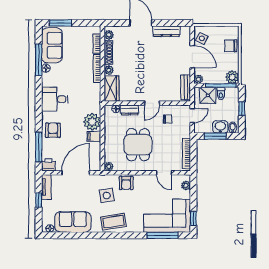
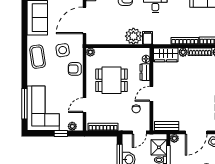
door: (152, 103) -> (151, 94), hinge flipped
door: (192, 116) -> (139, 132), hinge flipped
filing cabinet: (94, 136) -> (148, 38), moved
door: (76, 173) -> (84, 20), swing flipped
window: (193, 218) -> (61, 133), moved

